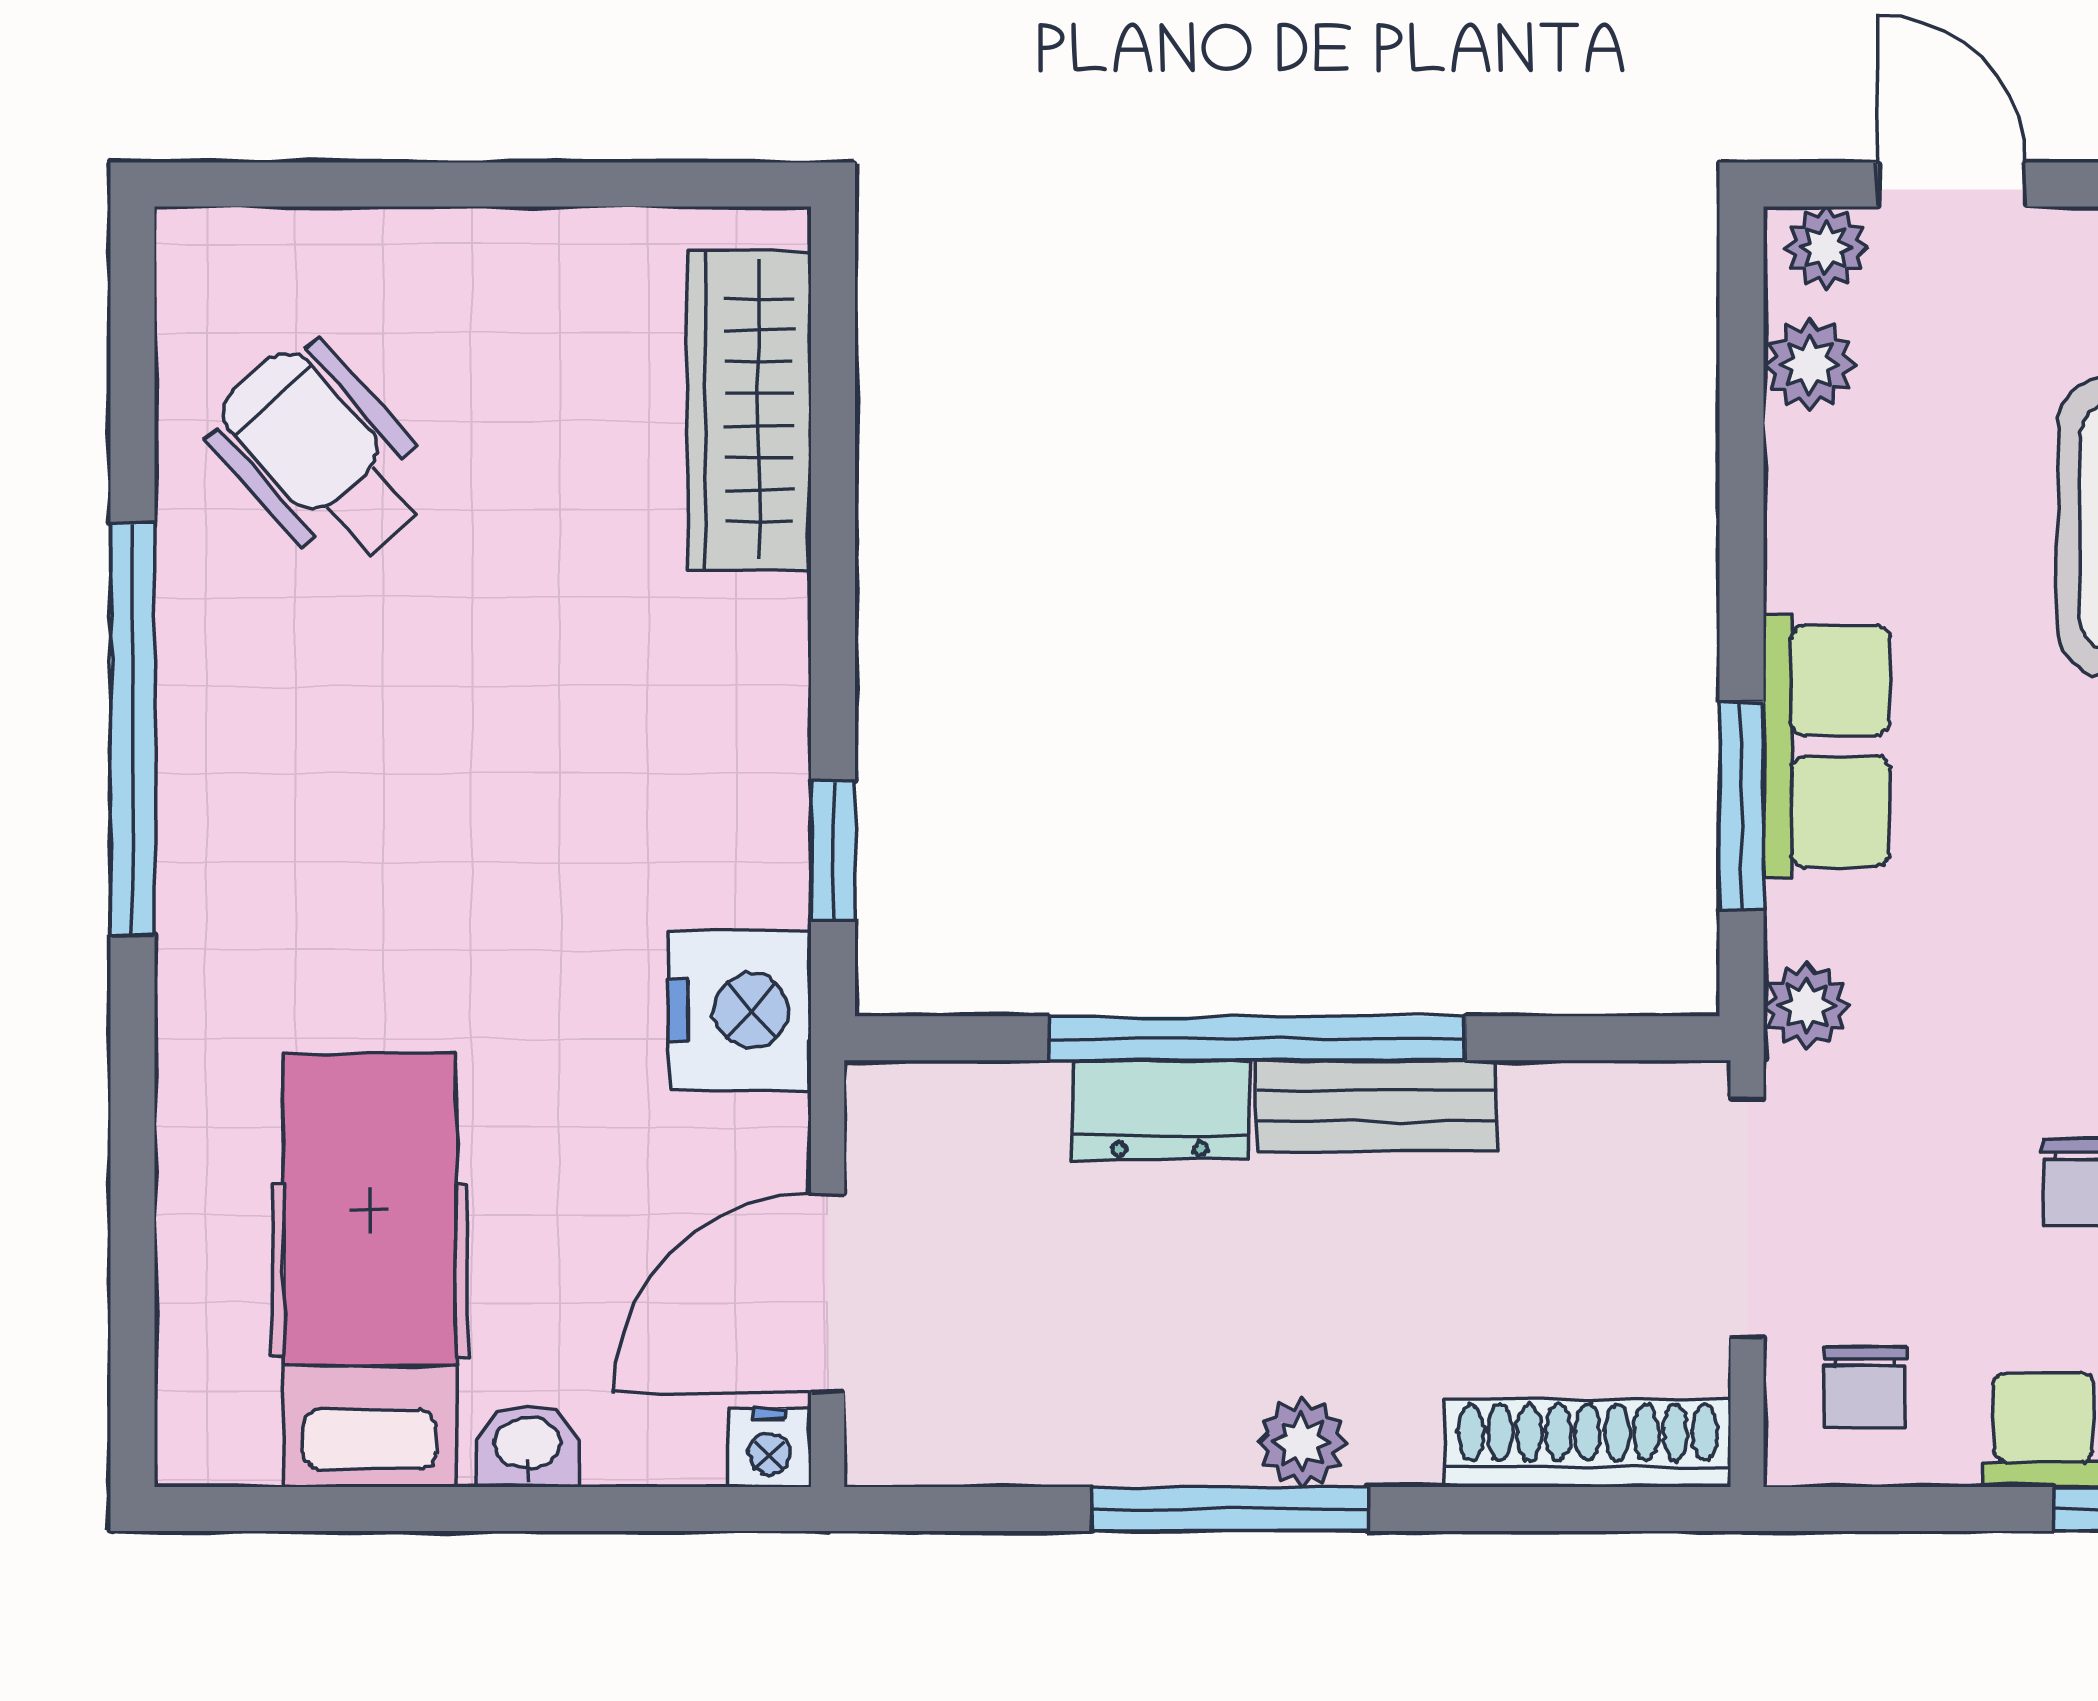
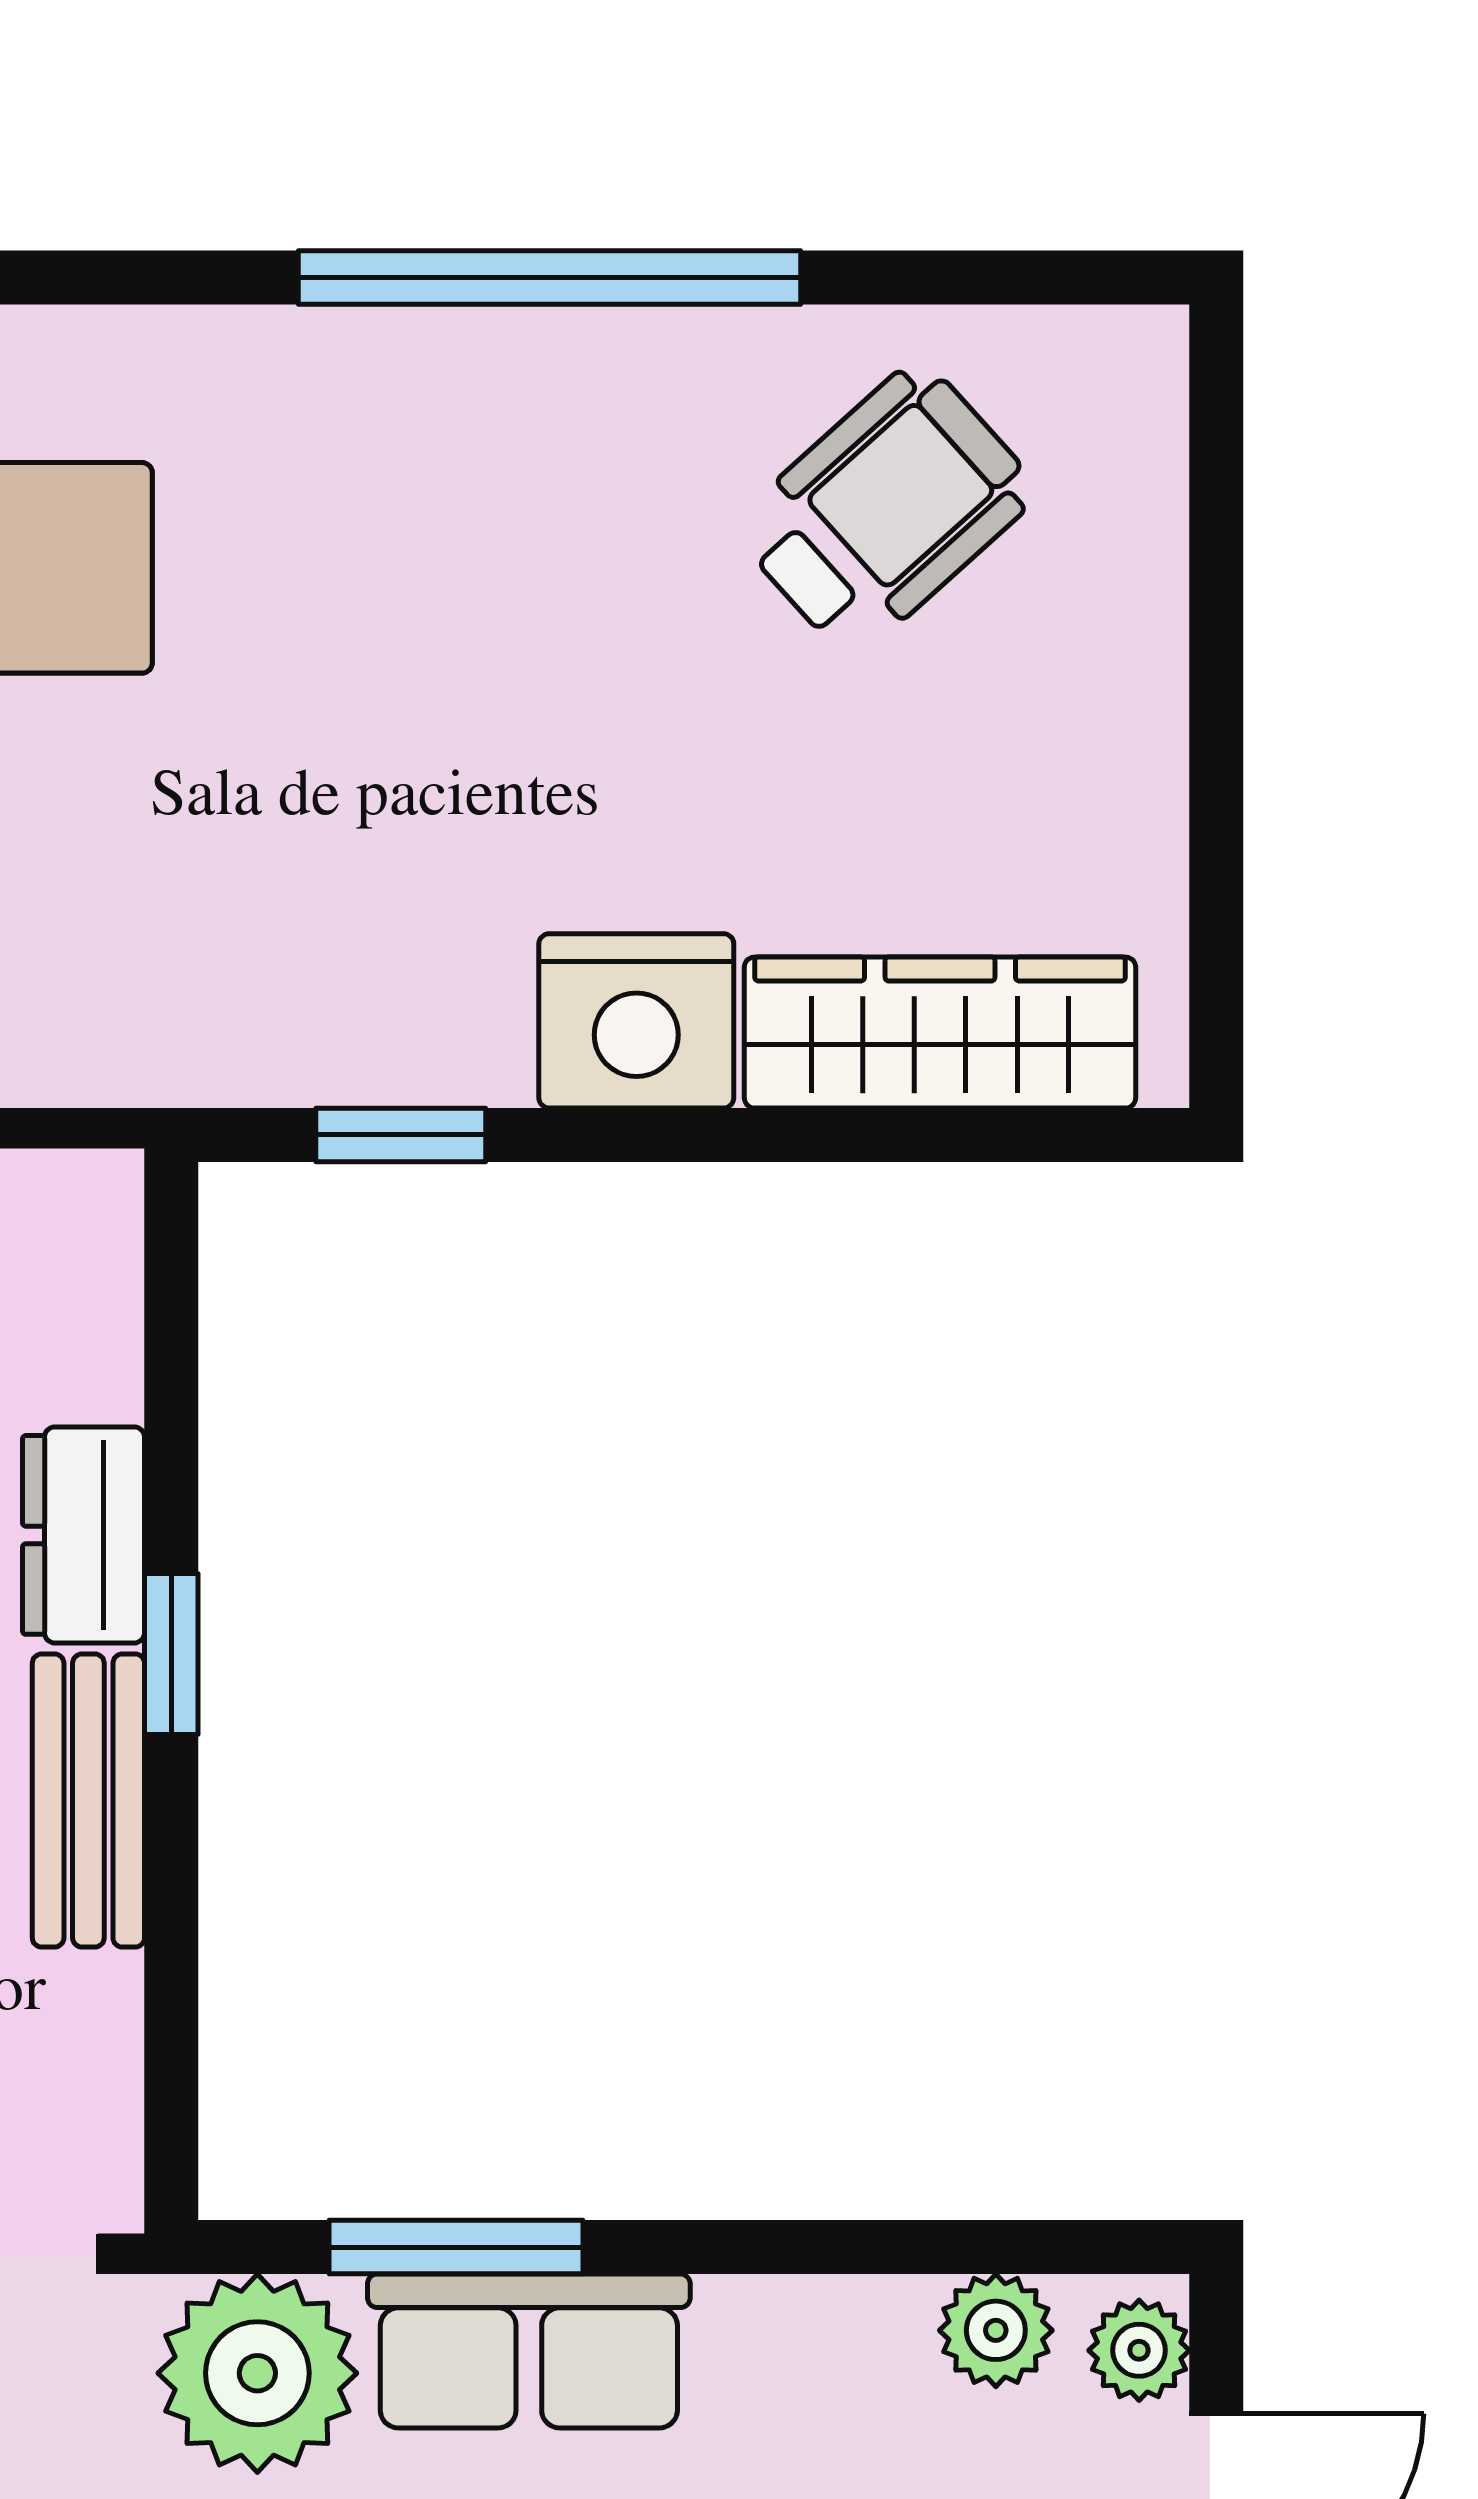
plant: (1807, 1006) -> (257, 2373), width x1.87, depth x1.87
nightstand: (740, 1010) -> (636, 1021), moved
window: (1257, 1038) -> (171, 1654), width x0.32

